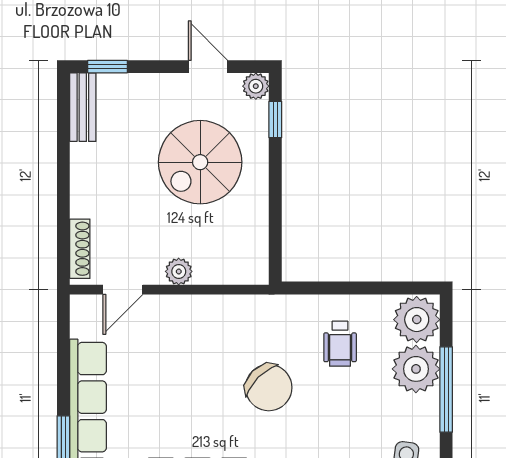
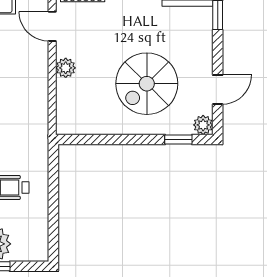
spiral stairs: (200, 162) -> (147, 84), turned -90
plant: (417, 320) -> (30, 244), removed

